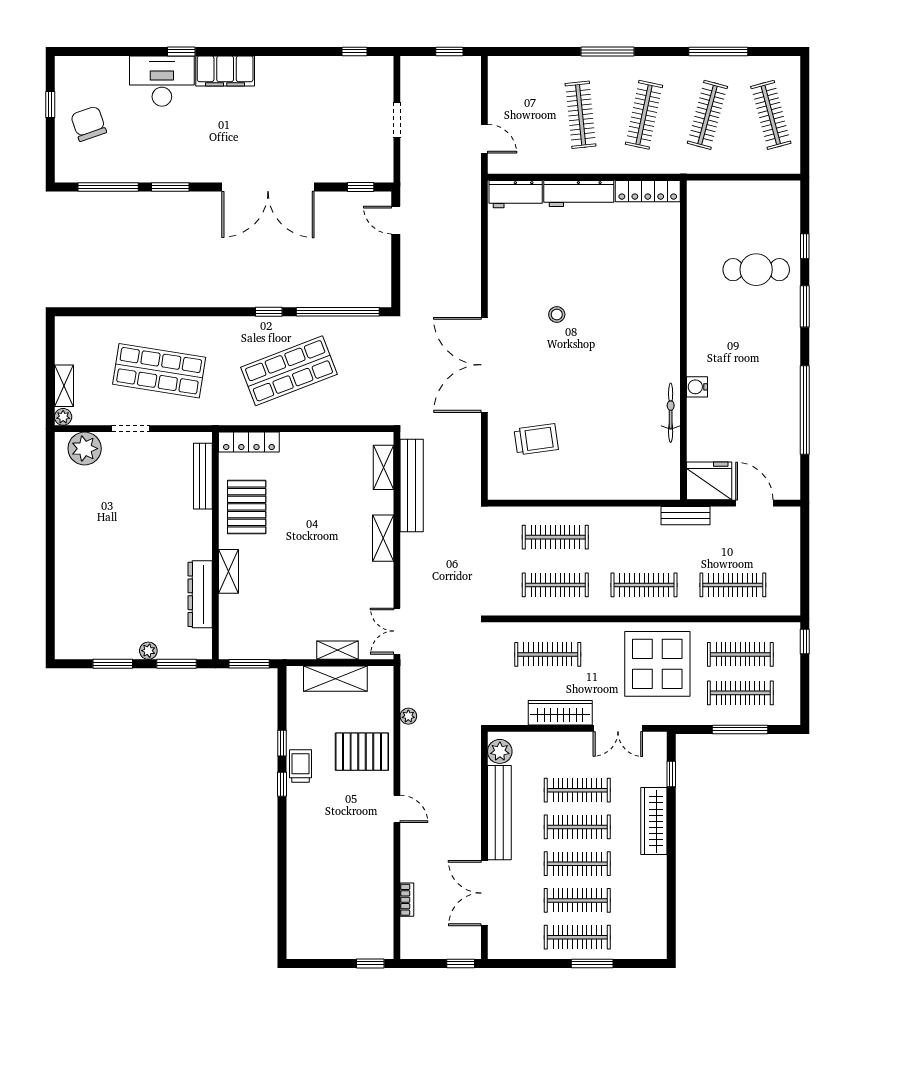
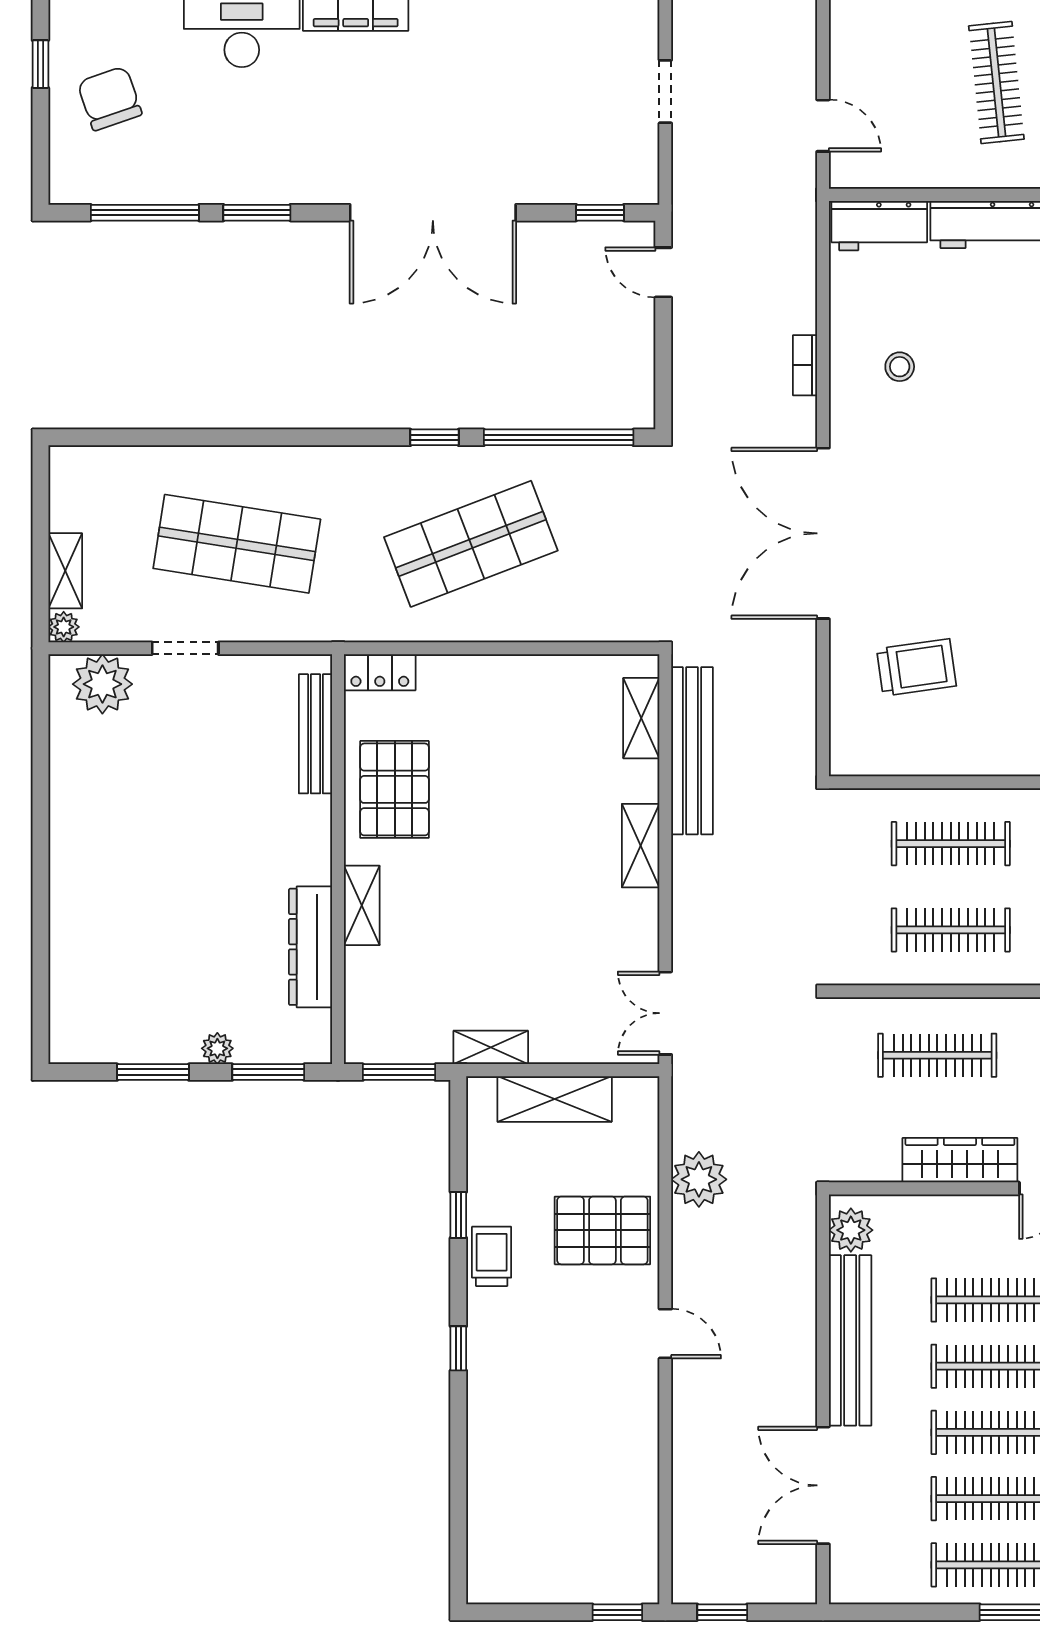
stool: (557, 314) -> (900, 367), moved
locker: (249, 442) -> (380, 672), width x0.66
shelving: (337, 650) -> (491, 1047), moved
plant: (408, 716) -> (699, 1179), width x1.88, depth x1.88
window: (282, 784) -> (458, 1348), moved
bookcase: (407, 900) -> (805, 365), moved, turned 180
window: (461, 963) -> (722, 1612), moved

